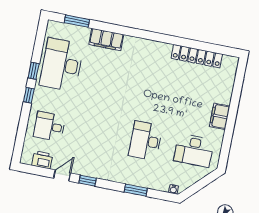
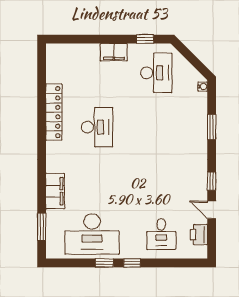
locker: (197, 56) -> (54, 112), moved
desk: (145, 141) -> (97, 127), moved, turned -90
window: (226, 146) -> (145, 39), added

